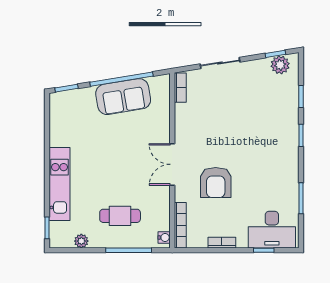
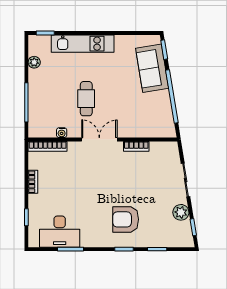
plant: (280, 65) -> (181, 212), moved
bookcase: (180, 88) -> (136, 146), moved
sofa: (123, 97) -> (152, 68), moved
armchair: (216, 183) -> (126, 219), moved
cafe table: (120, 216) -> (86, 99), moved
desk: (272, 230) -> (60, 232), moved, turned -90
water cooler: (164, 237) -> (62, 133), moved

